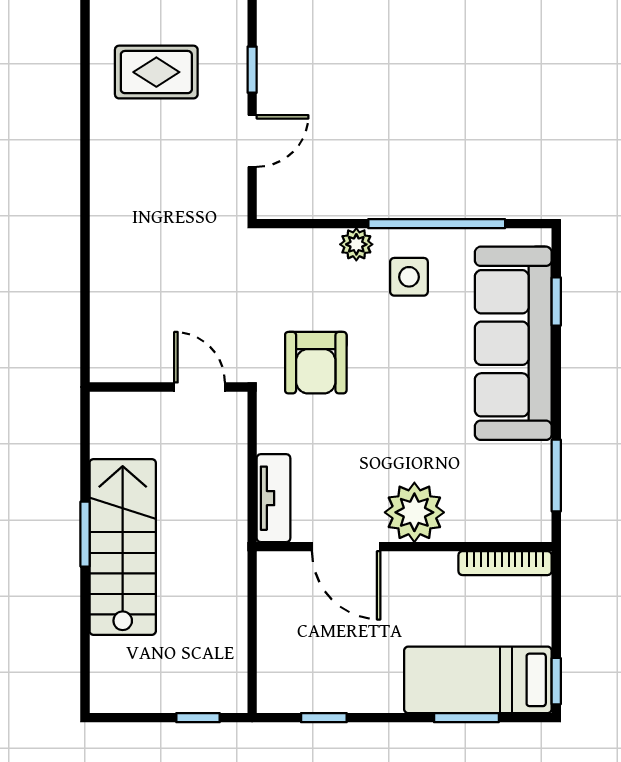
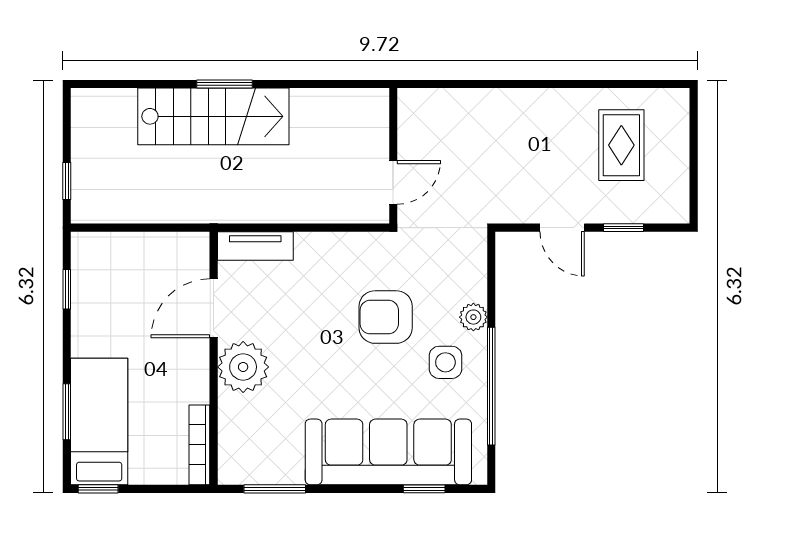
armchair: (316, 363) -> (386, 317), moved
wall: (169, 387) -> (393, 156), moved
door: (199, 387) -> (393, 182), moved

